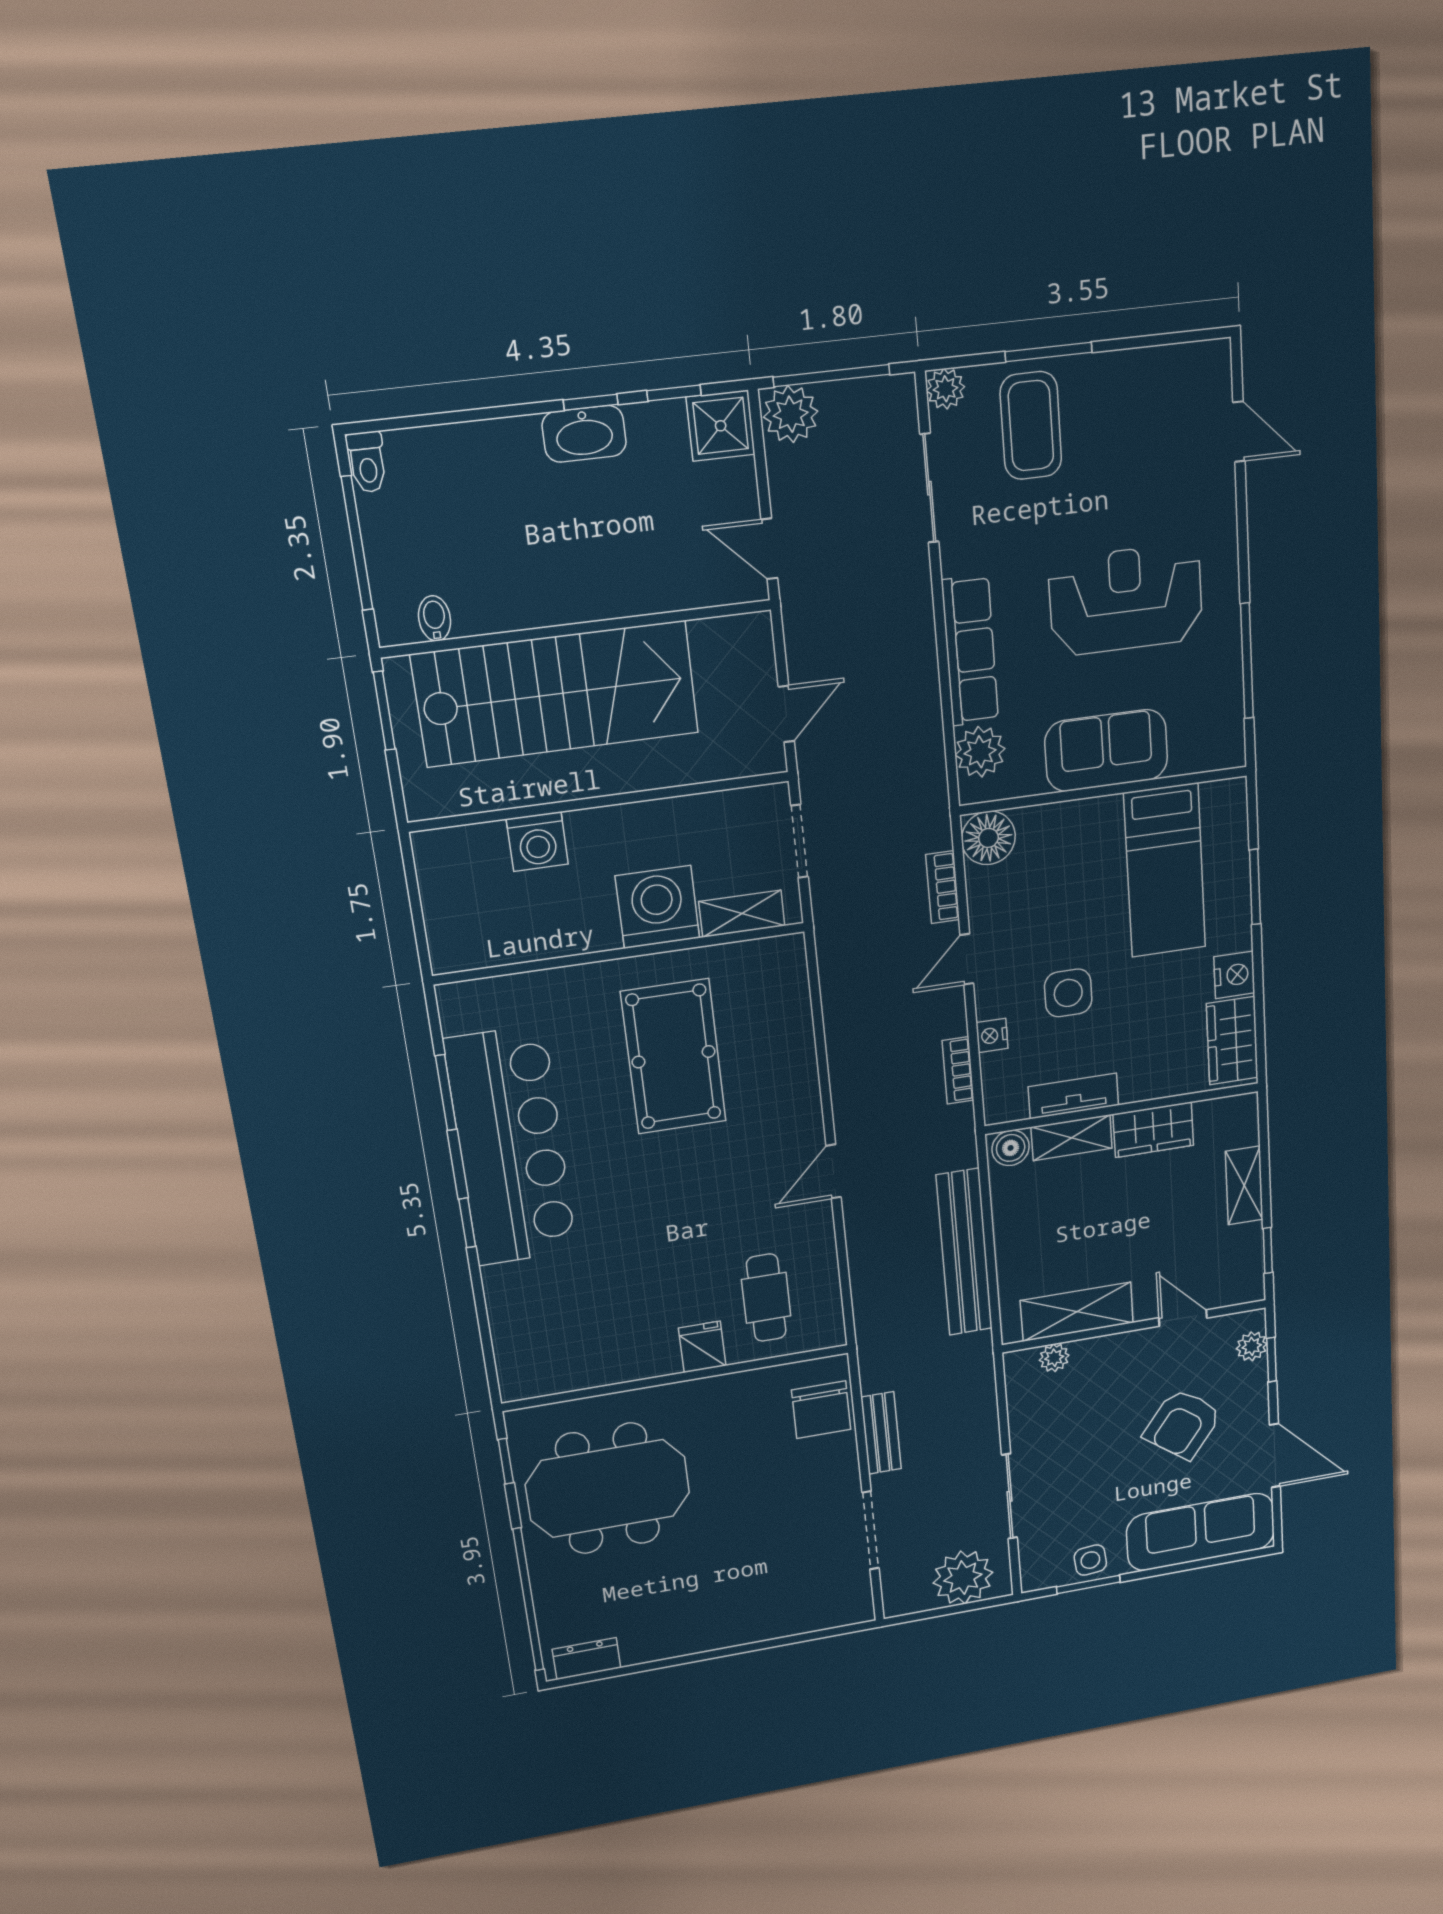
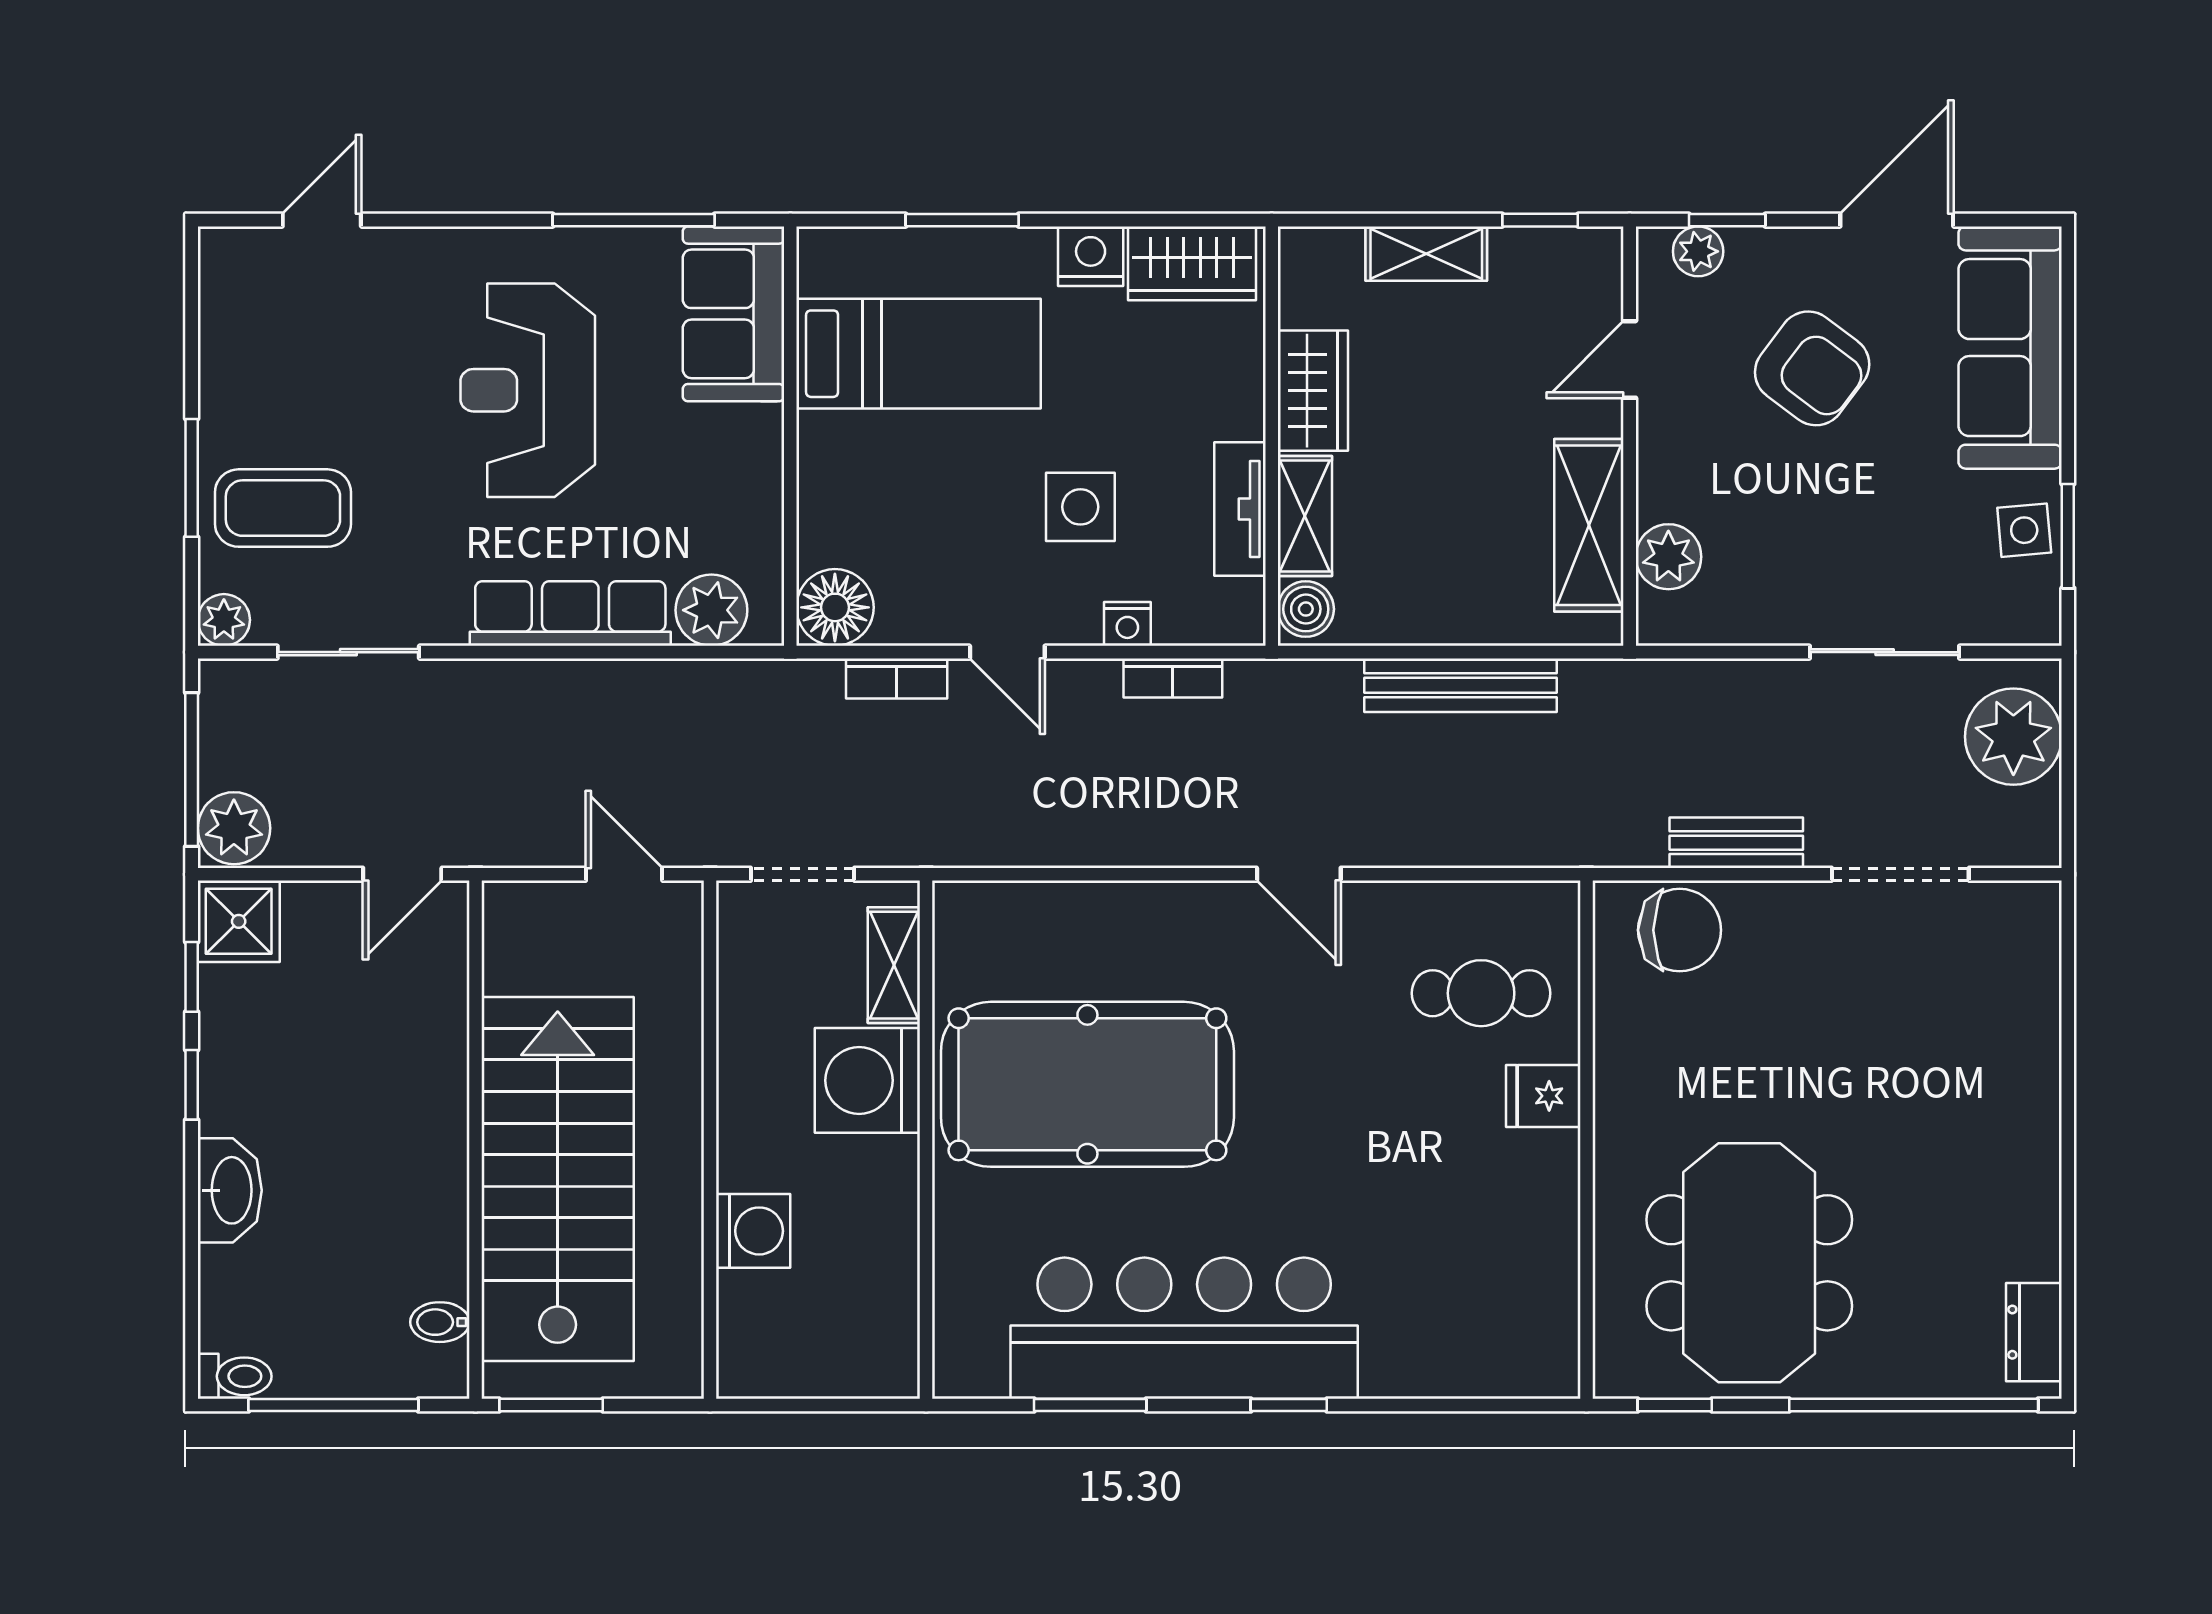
washbasin: (584, 434) -> (230, 1190), moved
sofa: (1106, 751) -> (733, 314), moved
pool table: (674, 1057) -> (1087, 1084), width x1.36, depth x1.32
bench: (964, 1252) -> (1461, 685), width x0.73, depth x0.82
plant: (1054, 1358) -> (1668, 557), width x1.38, depth x1.38

